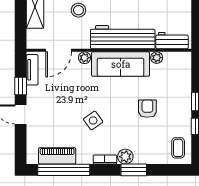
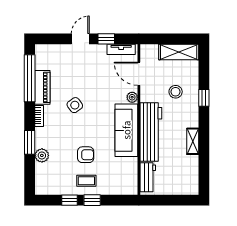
plant: (157, 58) -> (132, 163), removed
coffee table: (178, 148) -> (86, 181), moved
piano: (57, 156) -> (42, 87), moved
plant: (125, 157) -> (42, 155), moved

